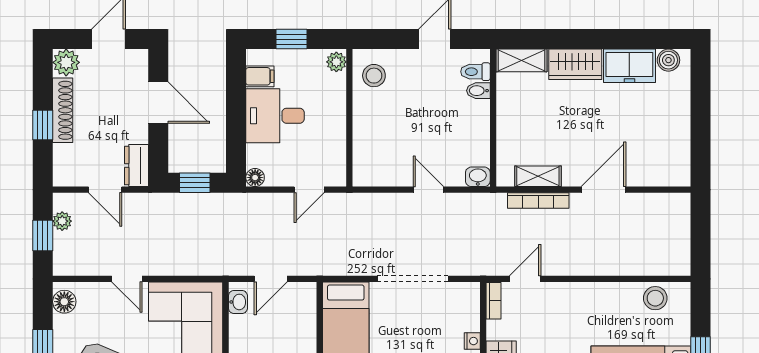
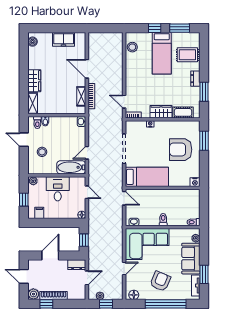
freezer: (629, 66) -> (64, 39), moved, turned 90
stool: (374, 76) -> (42, 152), moved
desk: (275, 116) -> (58, 189), moved, turned 180
window: (43, 125) -> (46, 304), moved
bathtub: (369, 152) -> (71, 167), added
door: (428, 190) -> (87, 153), moved
door: (271, 279) -> (124, 198), moved

